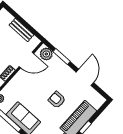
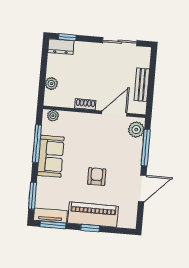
window: (62, 56) -> (146, 148), width x1.44
door: (26, 60) -> (114, 113), swing flipped

